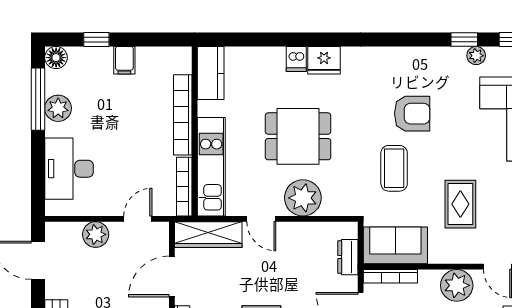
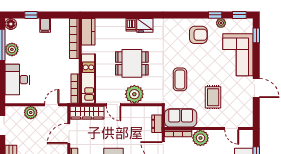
armchair: (412, 114) -> (198, 35), moved
bookcase: (183, 115) -> (74, 39), moved
plant: (457, 285) -> (200, 138), moved

